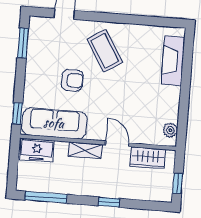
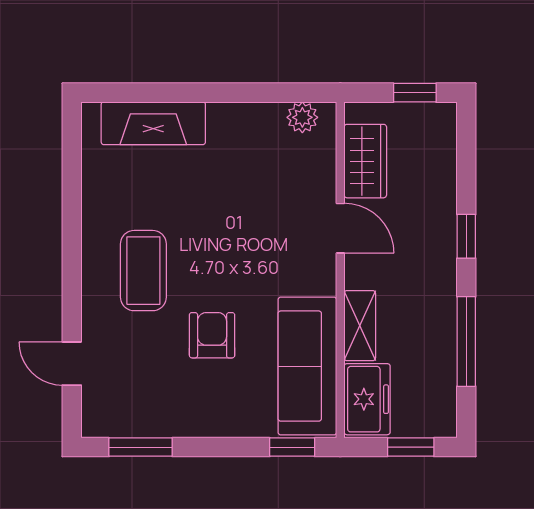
coffee table: (105, 51) -> (143, 271), turned -59
door: (117, 144) -> (340, 228), swing flipped
shelving: (85, 150) -> (360, 326), moved
window: (13, 169) -> (411, 447), added
window: (46, 197) -> (466, 341), moved

